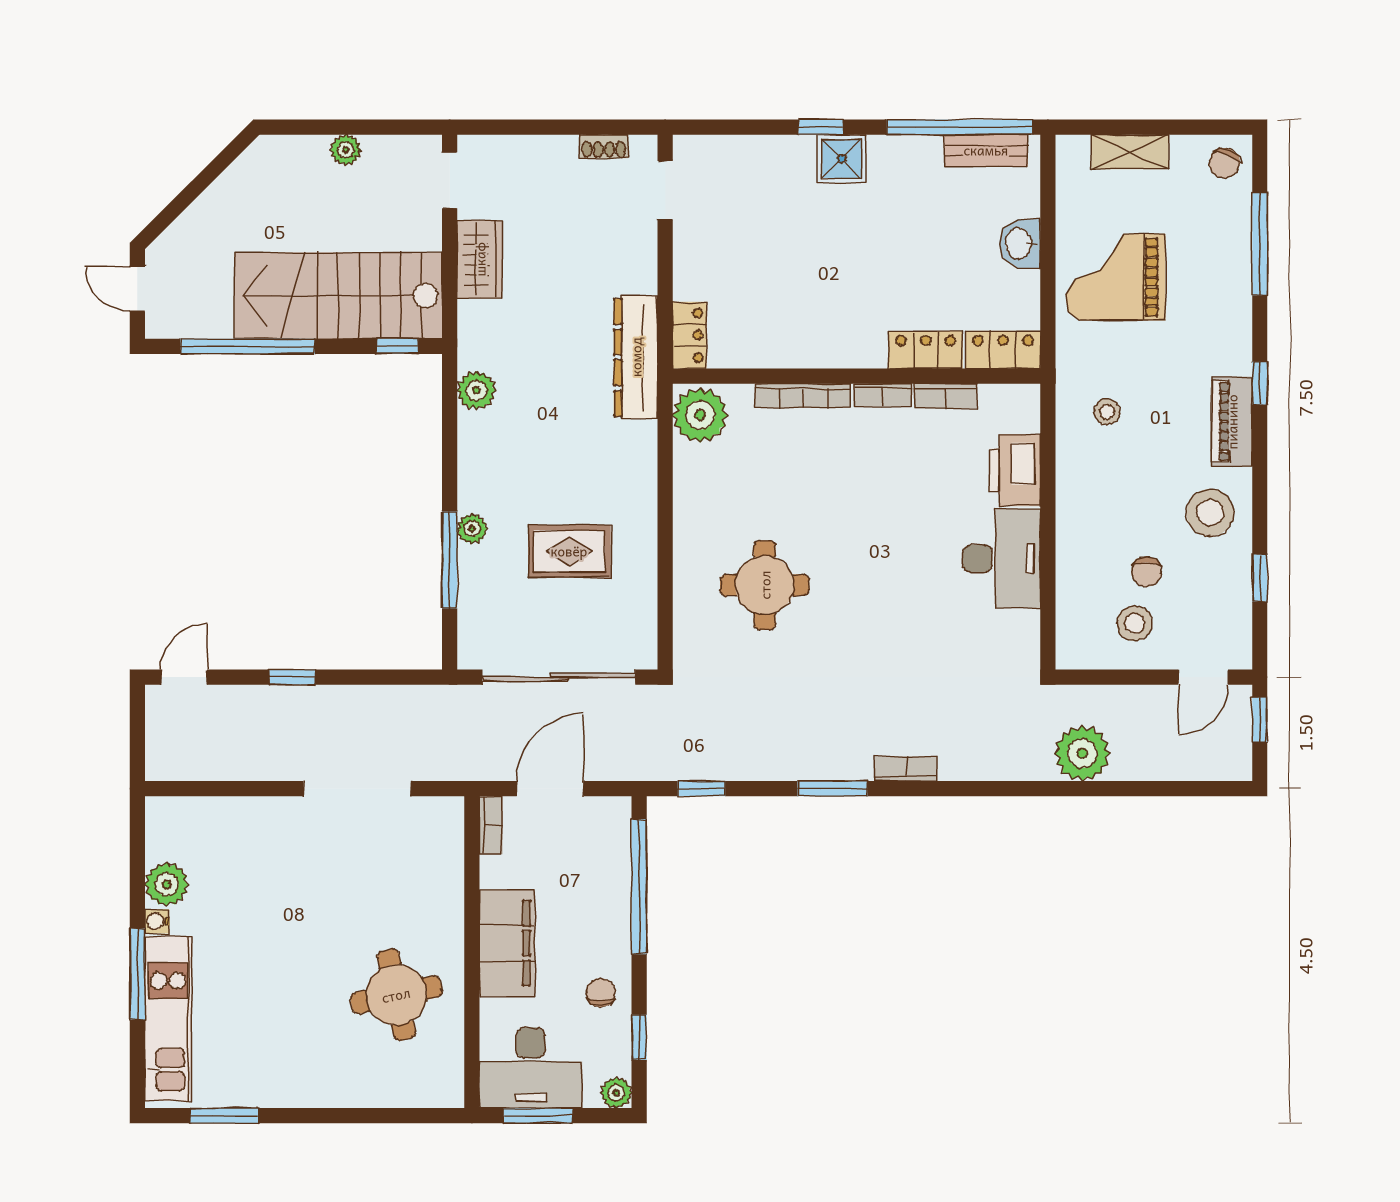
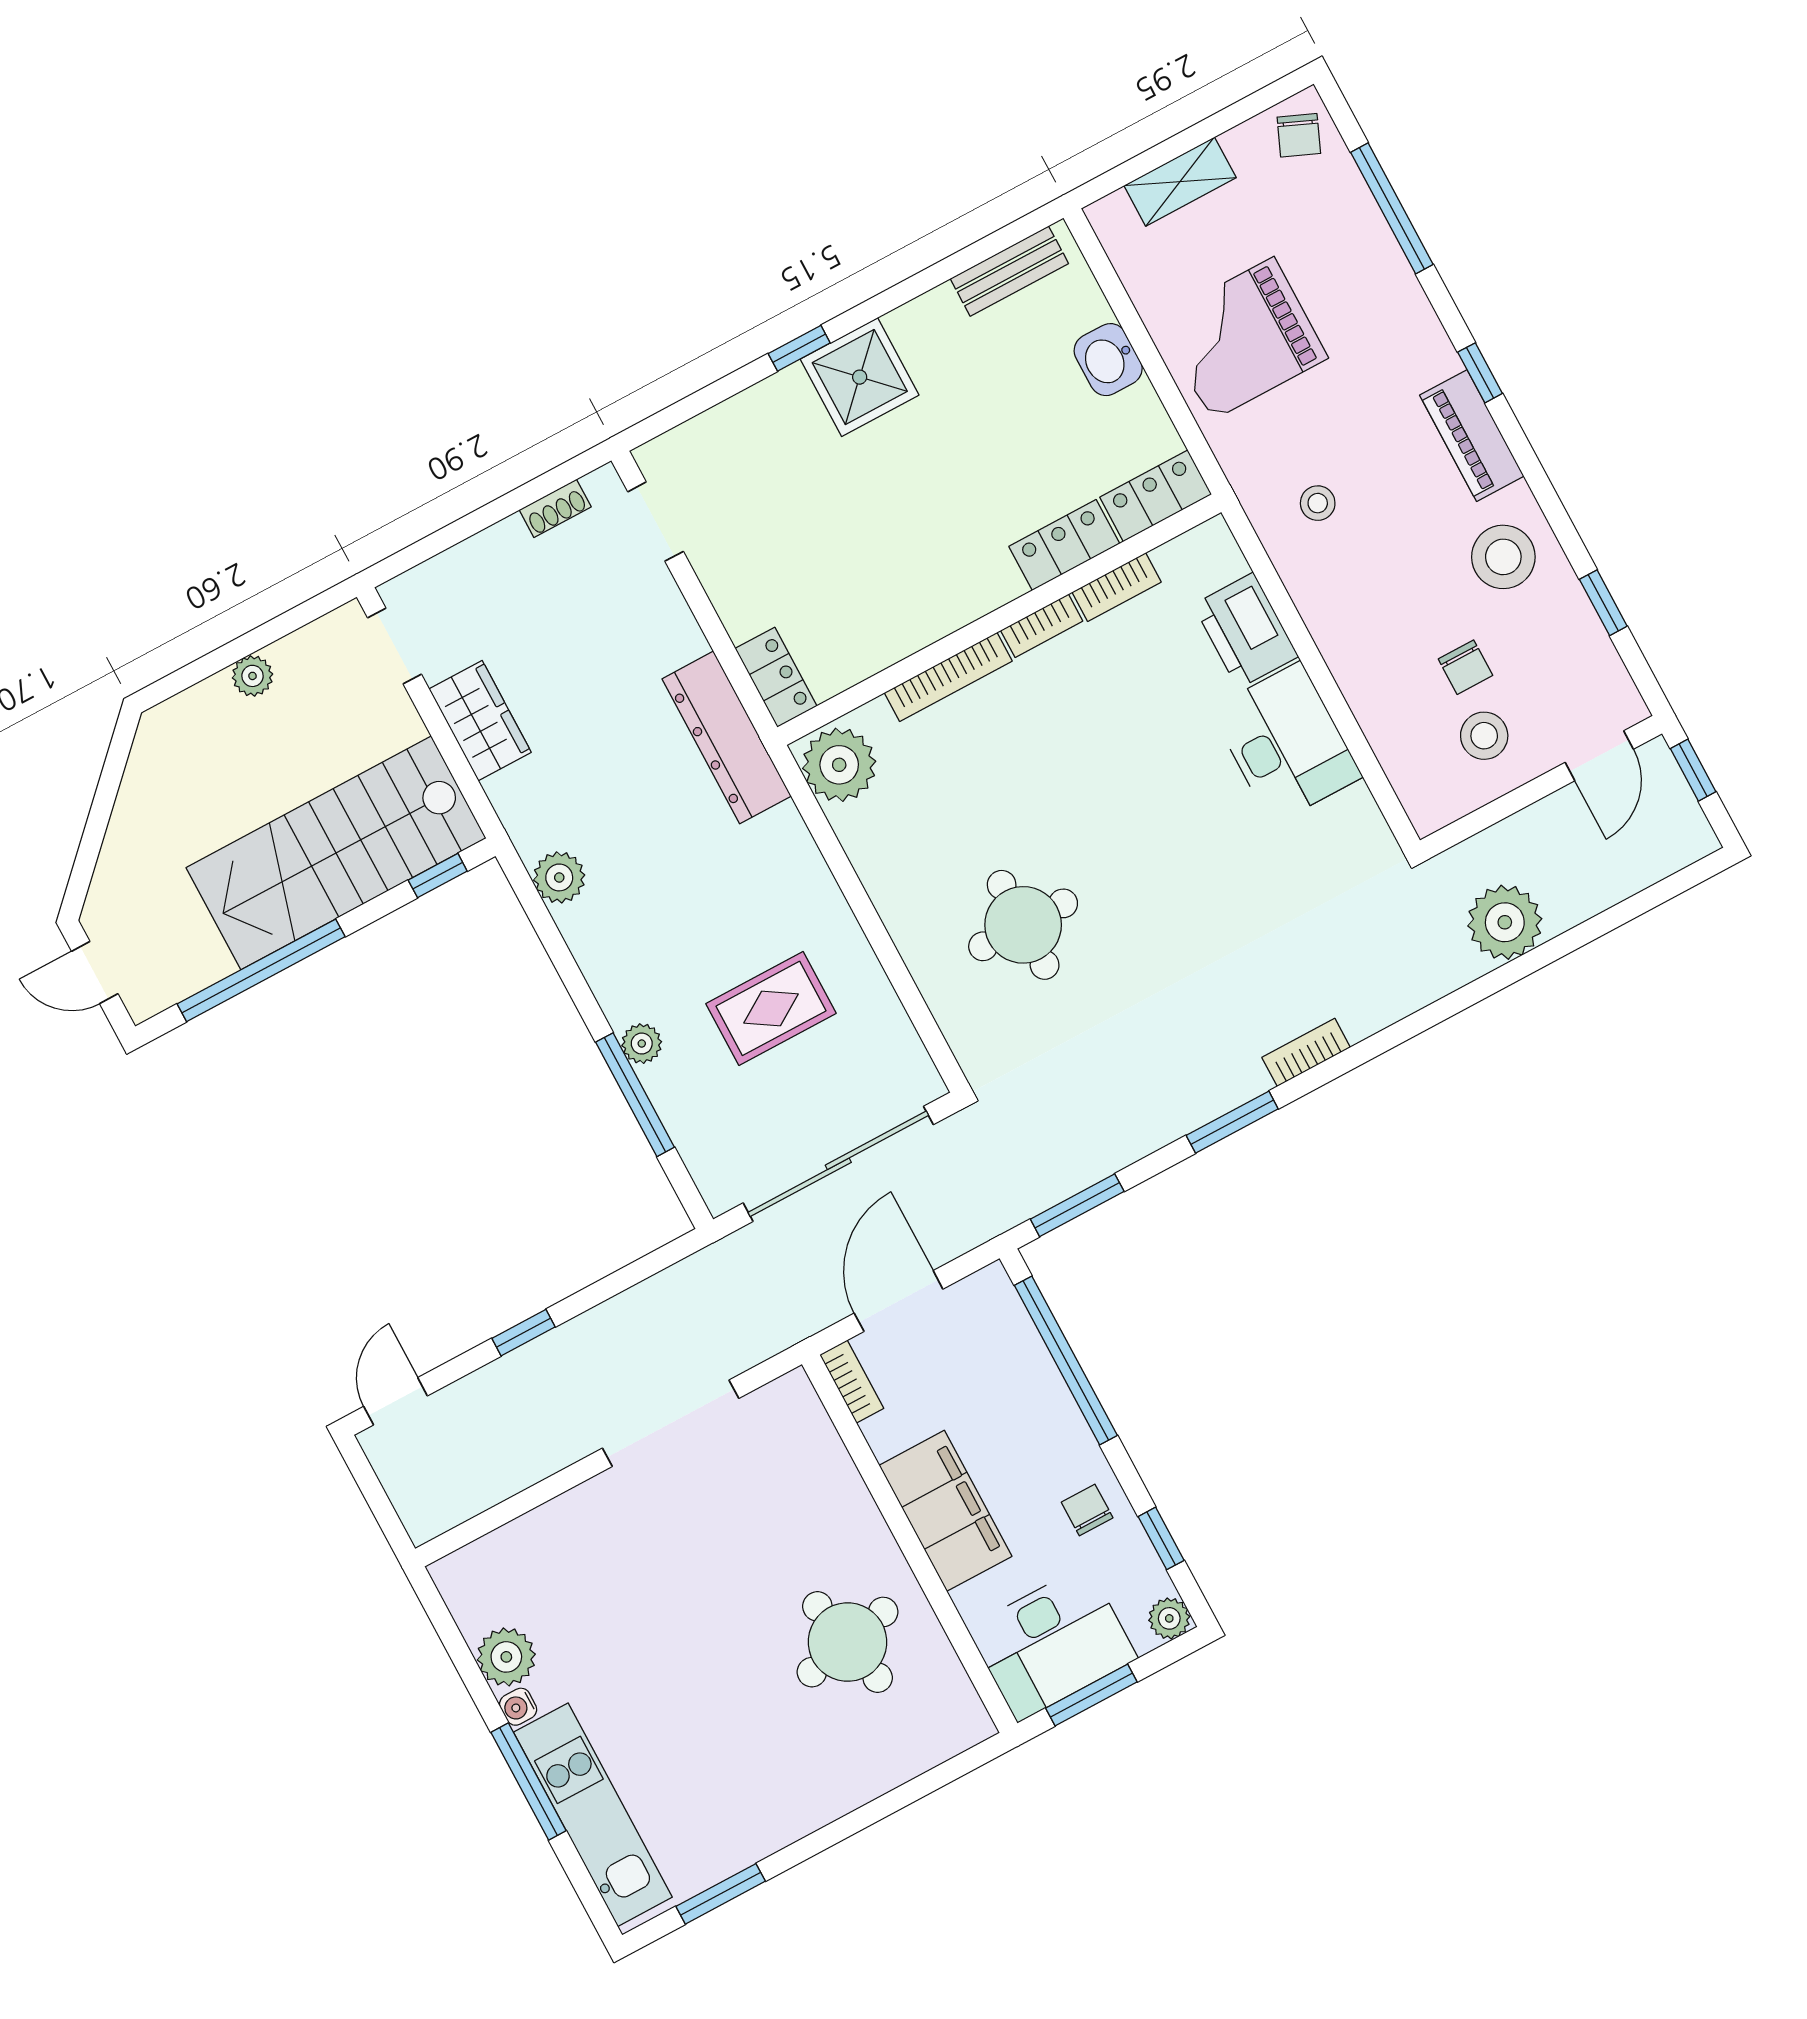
window: (960, 127) -> (963, 260), removed
shower: (842, 159) -> (860, 377), width x1.36, depth x1.36
window: (701, 789) -> (1077, 1205), width x1.50

